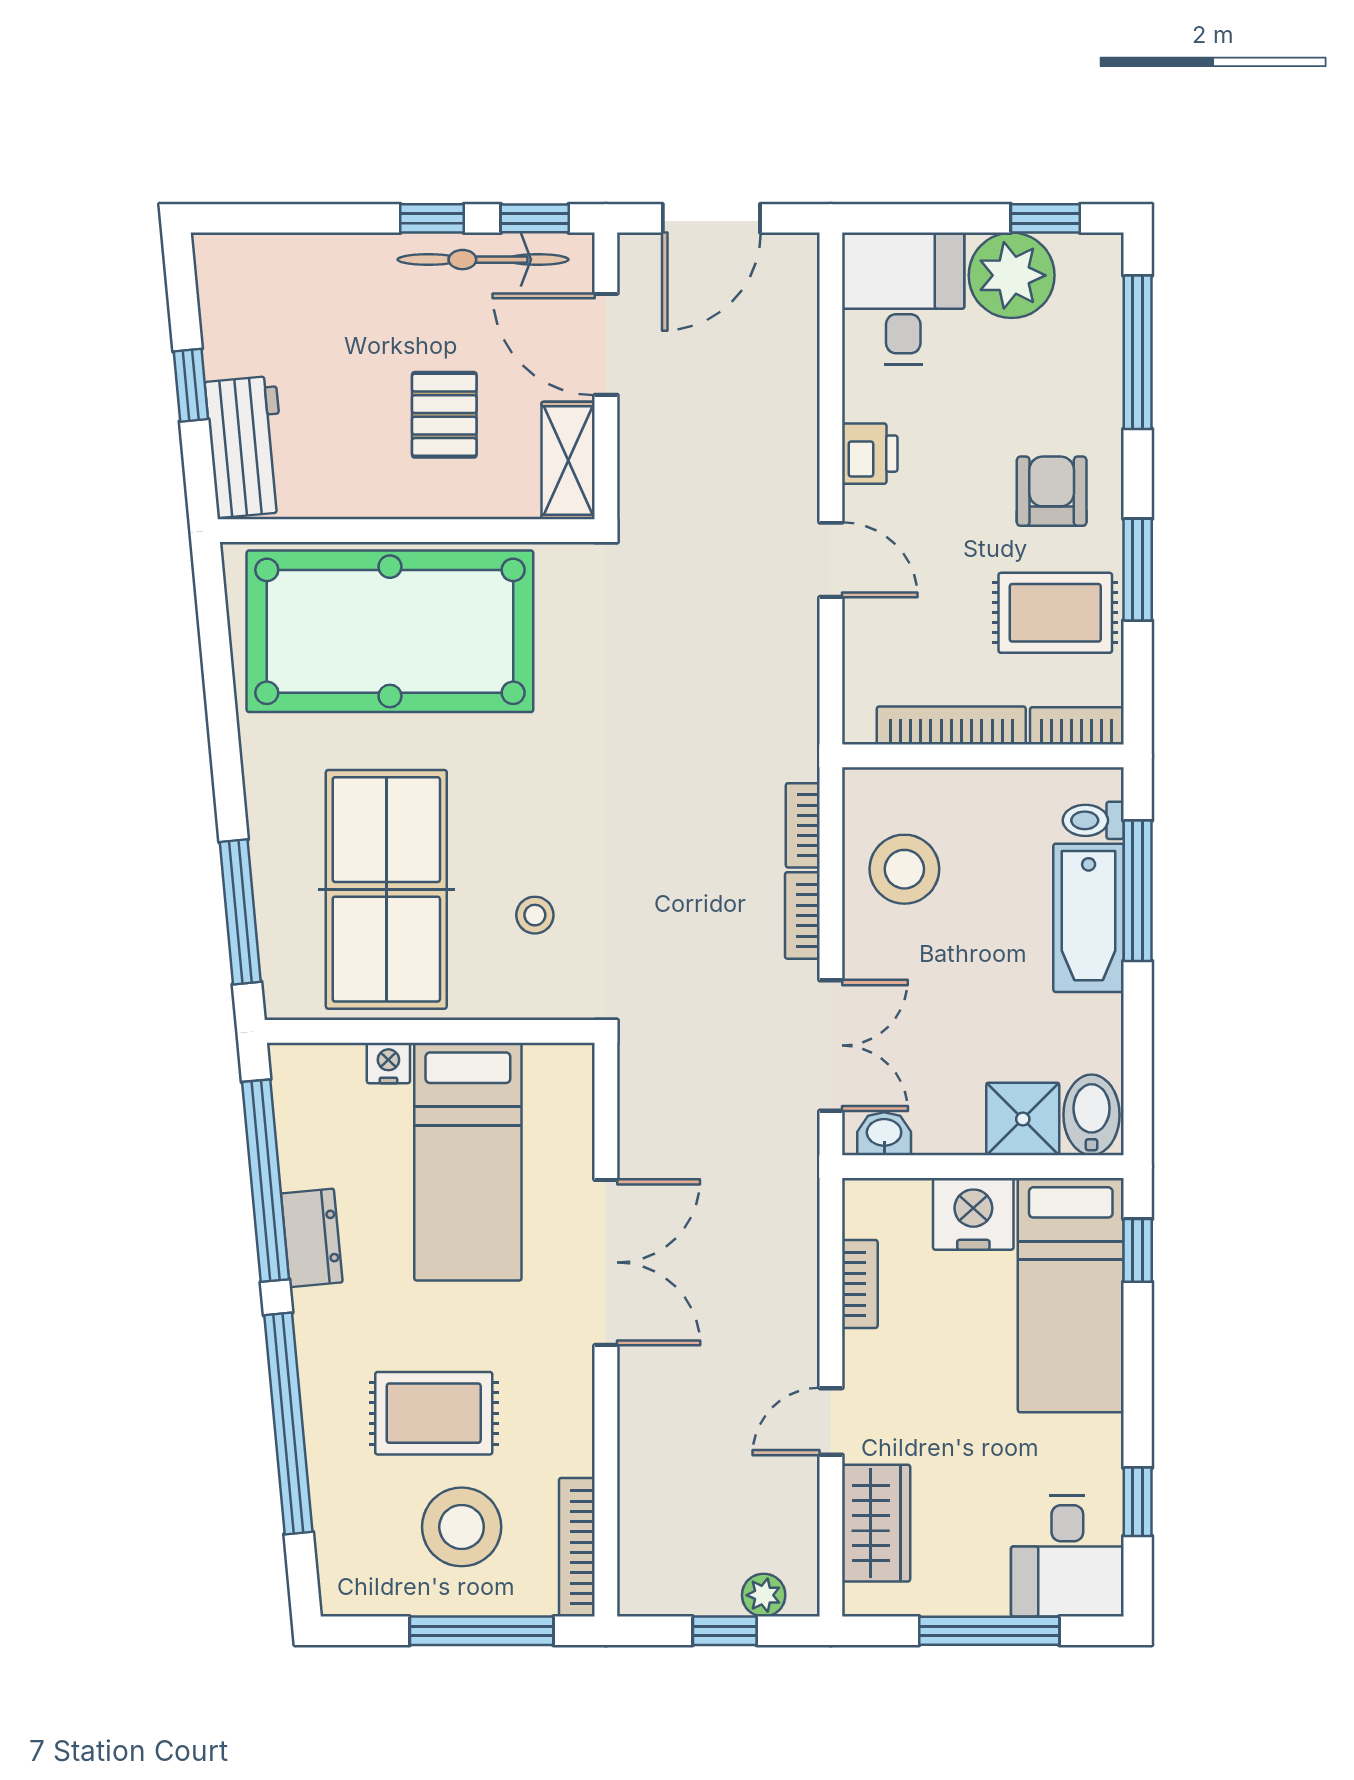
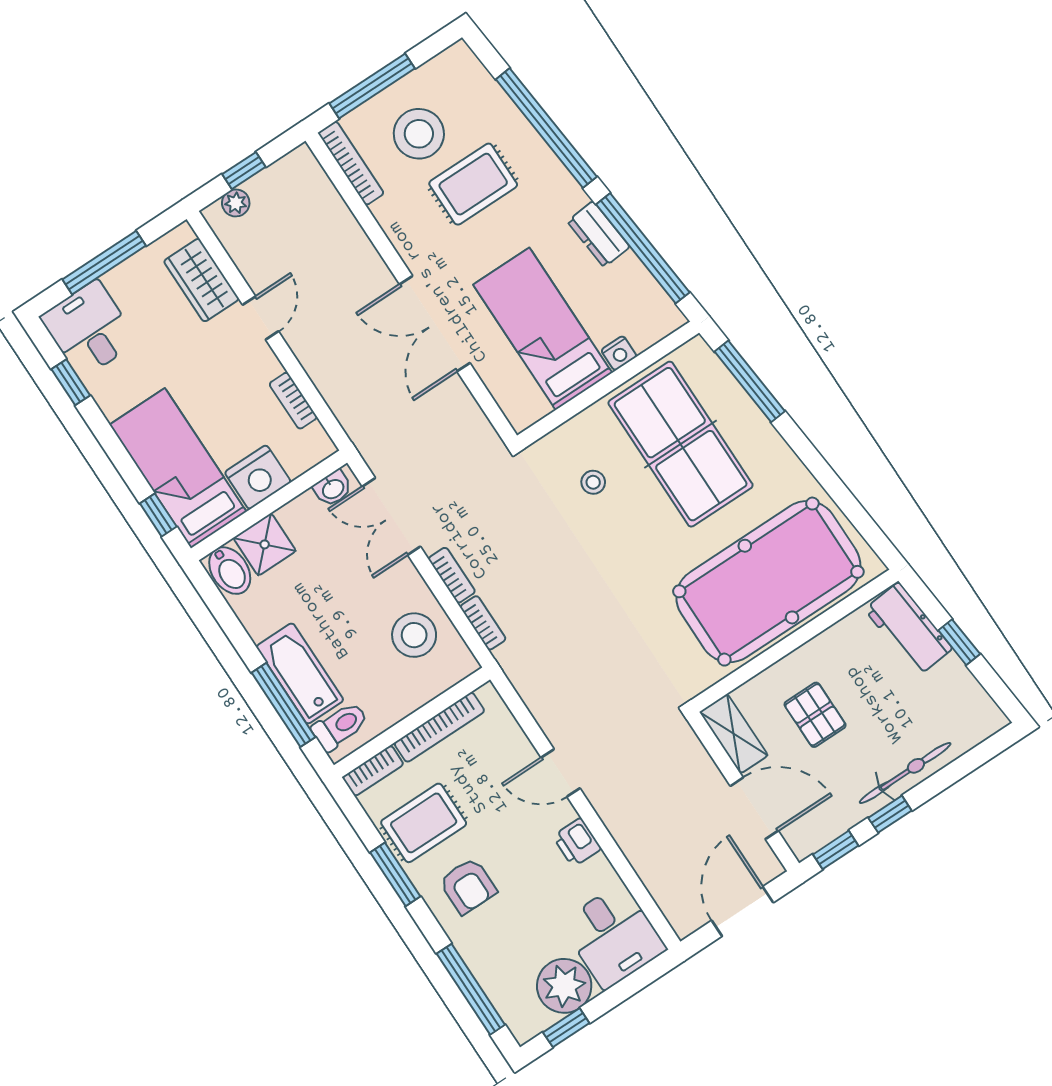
bicycle: (483, 260) -> (905, 773), moved
toilet: (1093, 820) -> (340, 726), width x1.37, depth x1.39

